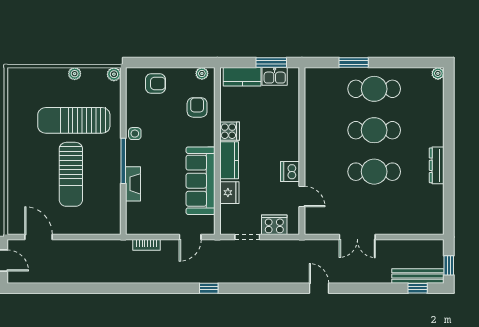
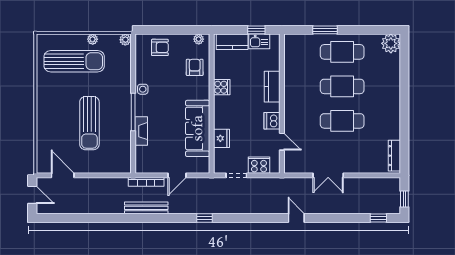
window: (271, 62) -> (256, 30), width x0.67
plant: (438, 73) -> (391, 43), width x1.87, depth x1.87
sun lounger: (74, 120) -> (74, 61), moved, turned 180
kitchen counter: (229, 160) -> (272, 87), moved, turned 180
dresser: (437, 165) -> (394, 156), moved
door: (190, 237) -> (177, 175), moved
bookcase: (146, 245) -> (146, 182), width x1.56
bench: (418, 276) -> (146, 208), moved

